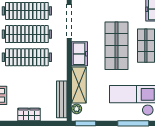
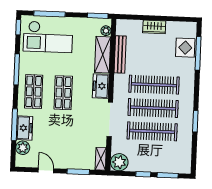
shop shelf: (117, 46) -> (63, 93), width x0.70, depth x0.74
bench: (62, 99) -> (120, 54), moved

